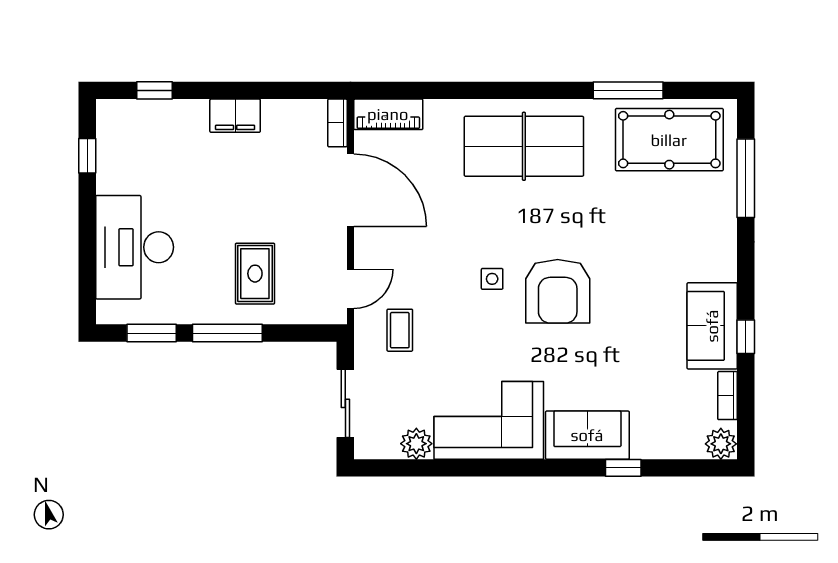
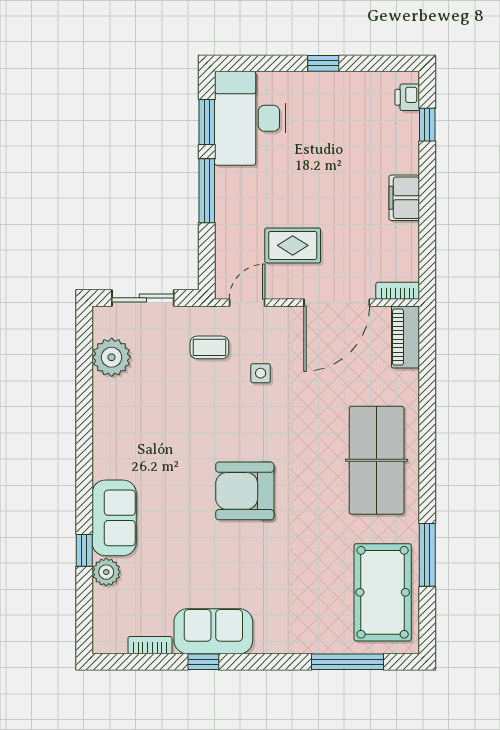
printer: (124, 112) -> (407, 97), added
window: (87, 156) -> (323, 63), moved
desk: (135, 247) -> (250, 118), moved, turned -90
rug: (255, 274) -> (293, 245), moved
side table: (492, 279) -> (261, 373), moved
door: (350, 289) -> (247, 303), swing flipped
corner sofa: (489, 420) -> (128, 428), removed
plant: (416, 444) -> (112, 357), width x1.36, depth x1.36
plant: (721, 444) -> (106, 572), moved

